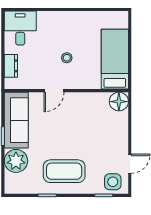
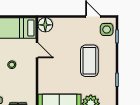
door: (54, 91) -> (37, 50), moved
coffee table: (64, 171) -> (89, 61), moved

